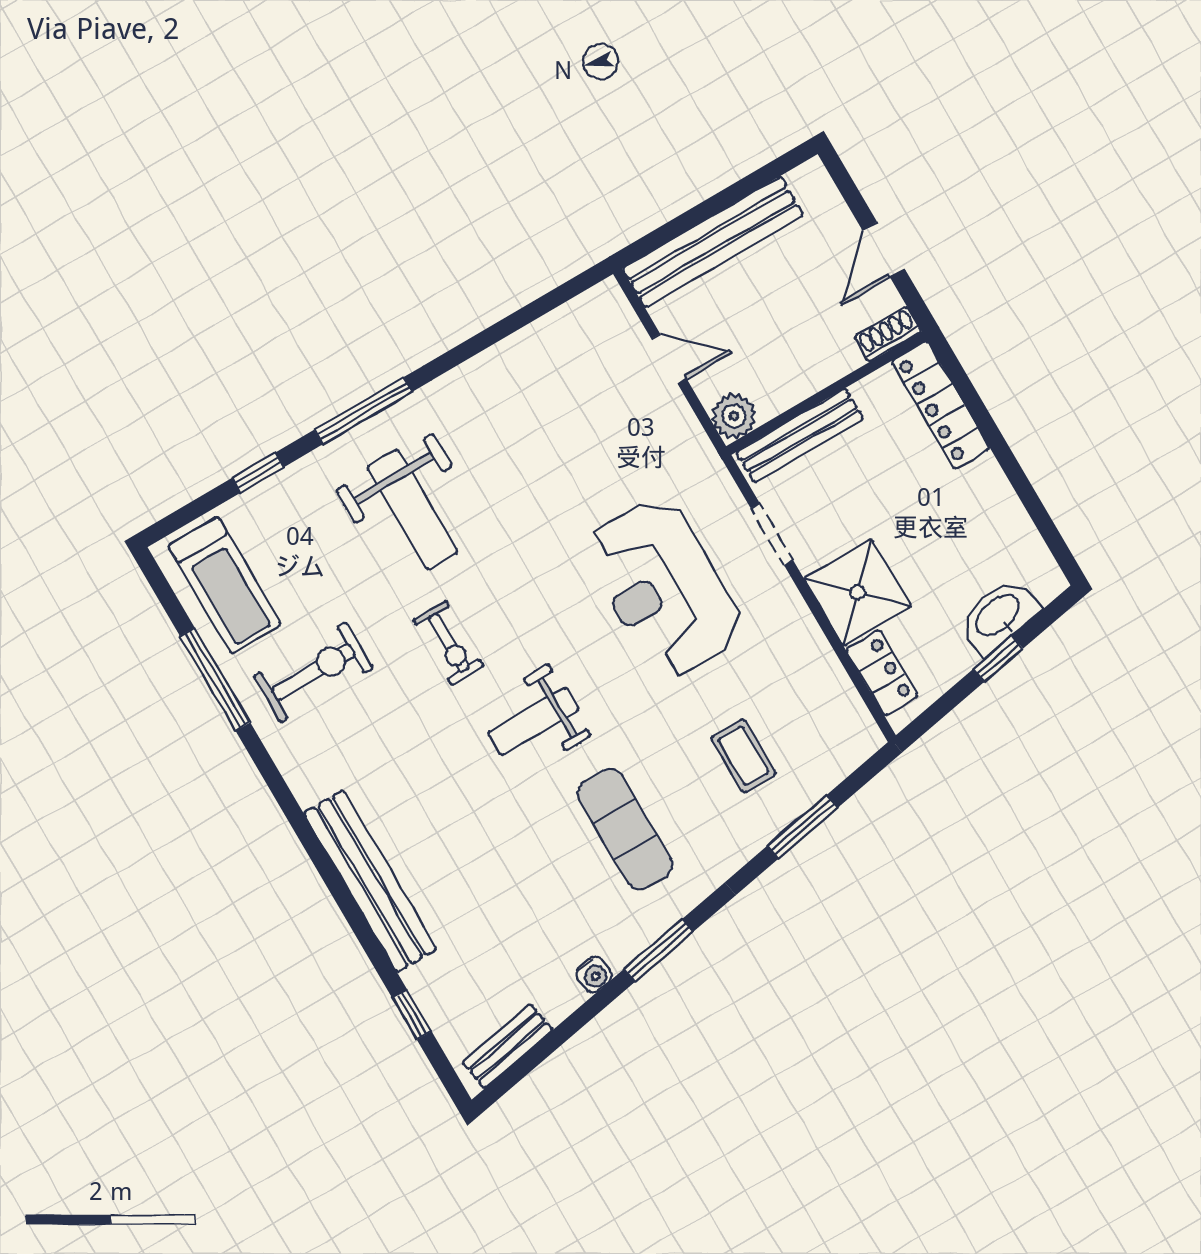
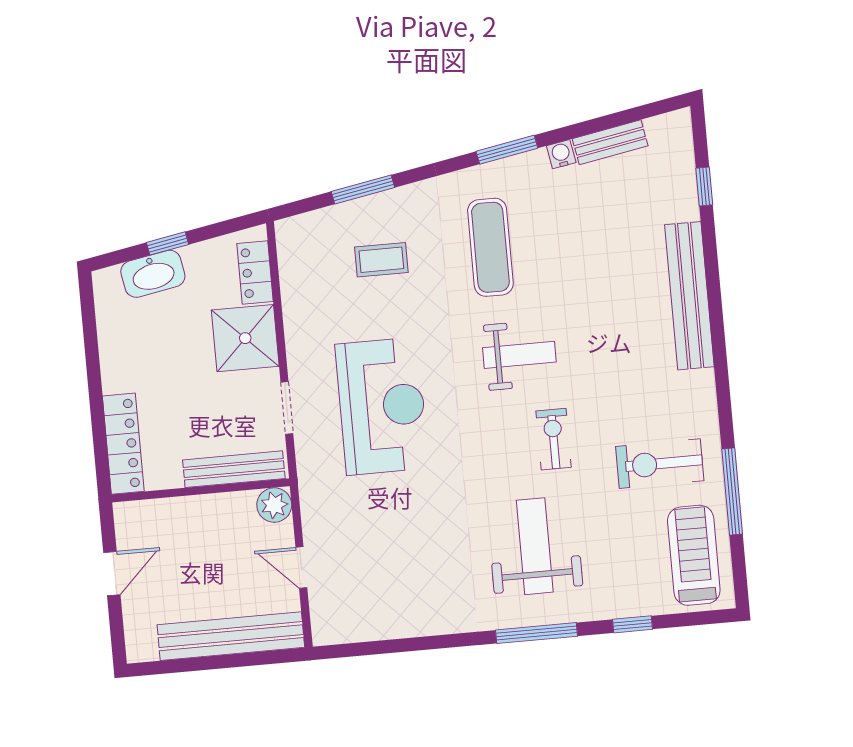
shoe rack: (888, 334) -> (137, 512), removed
coffee table: (743, 756) -> (381, 260), turned 90
bench: (507, 1046) -> (610, 142), moved

